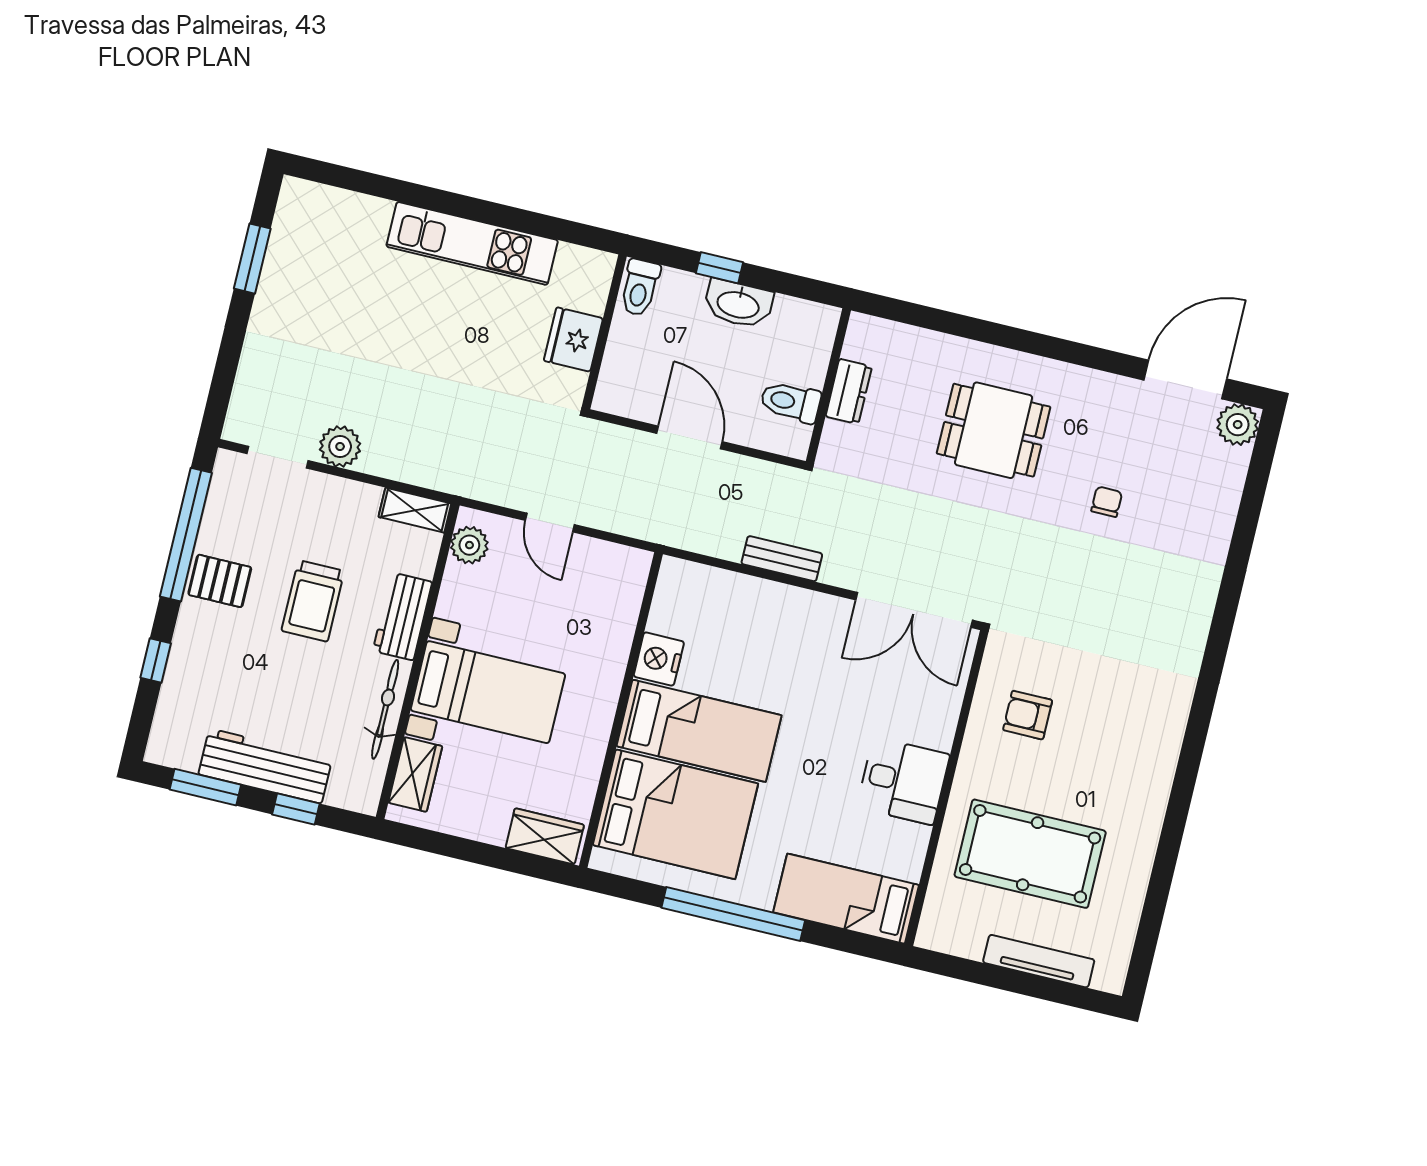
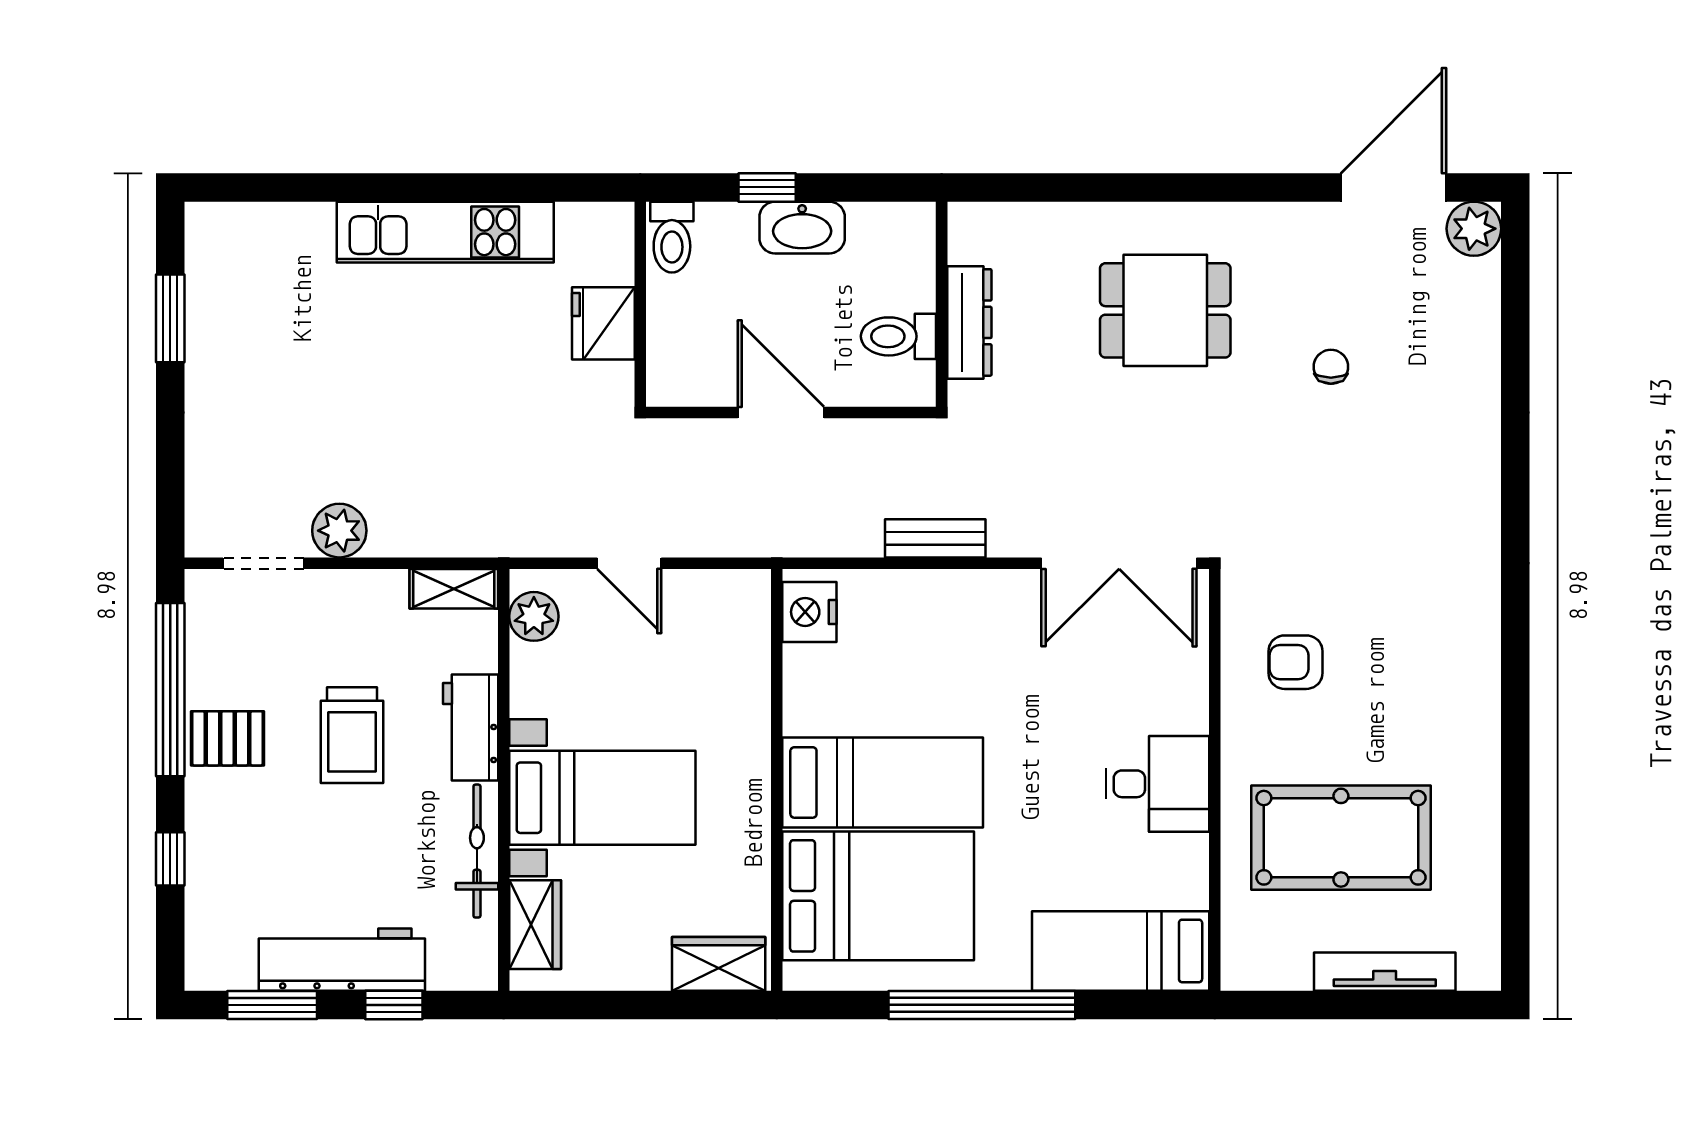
dresser: (849, 391) -> (969, 322), width x1.44
nightstand: (659, 659) -> (809, 612), moved

